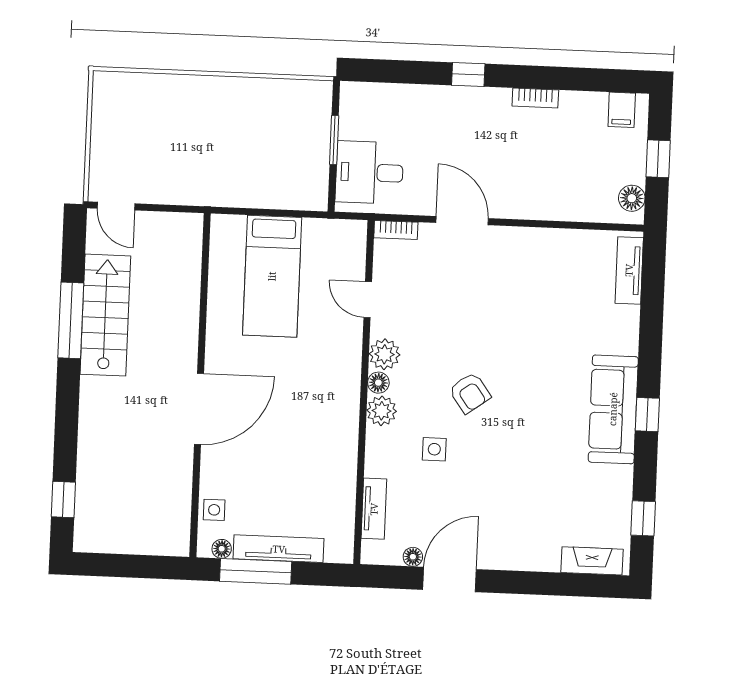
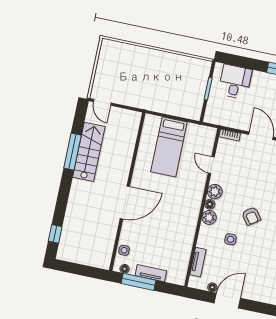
desk: (369, 172) -> (235, 82), moved, turned 90
tv unit: (279, 549) -> (151, 273), width x0.71

